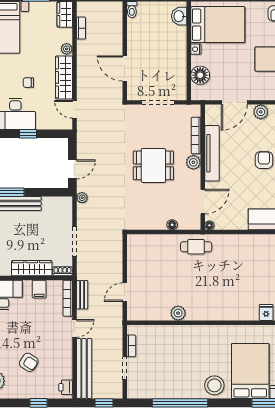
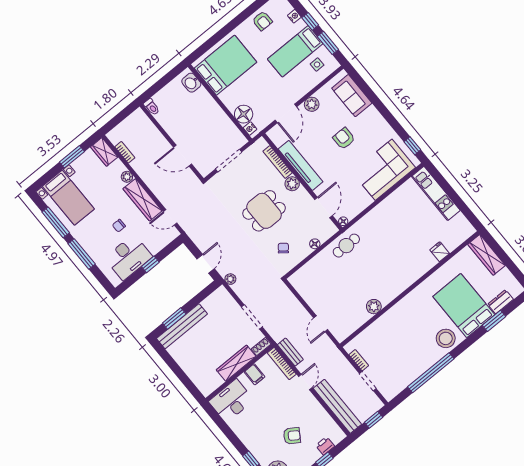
nightstand: (196, 49) -> (250, 129), moved
chair: (144, 208) -> (283, 248), added
printer: (66, 387) -> (325, 446), moved, turned 90

